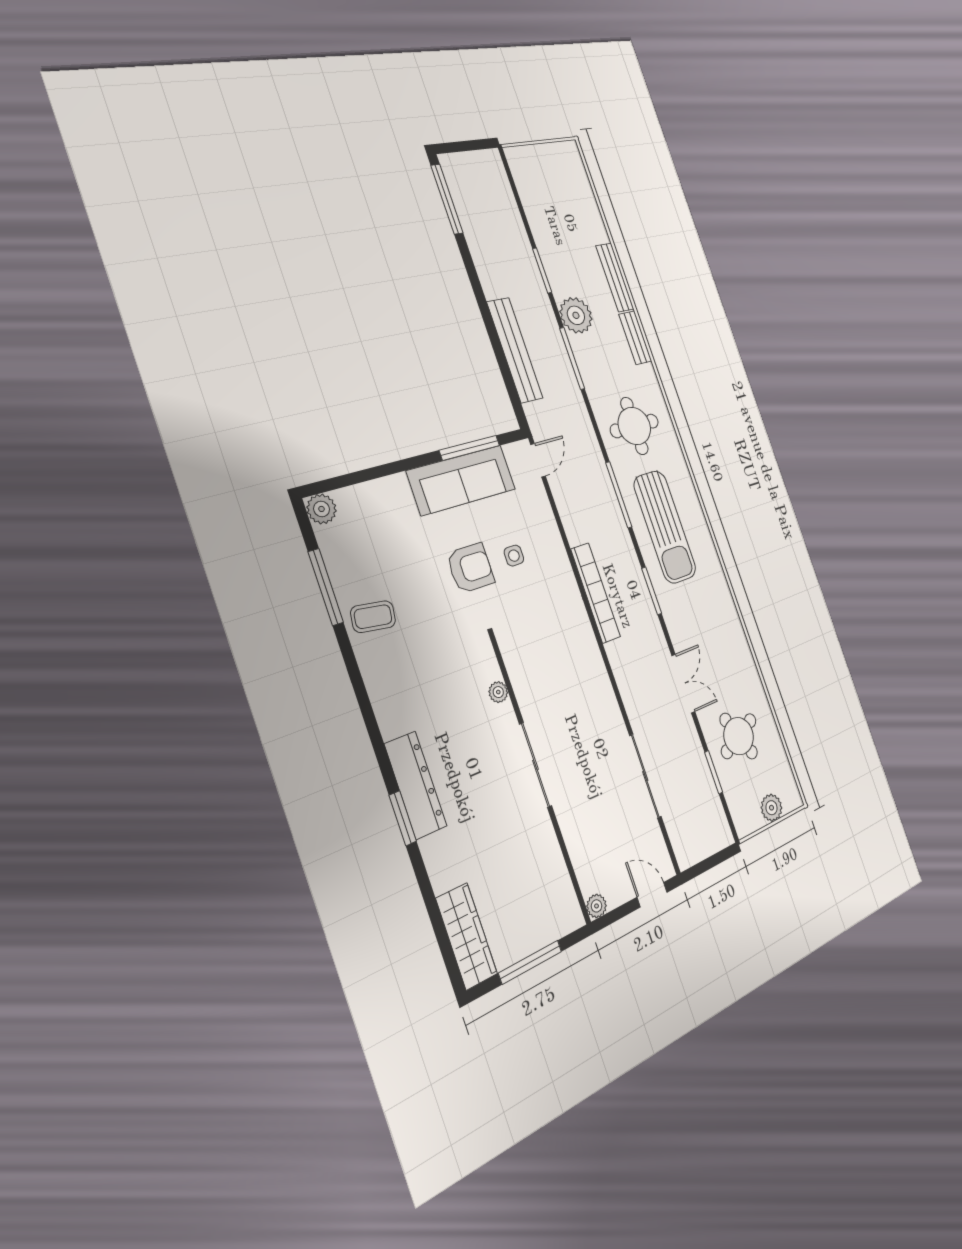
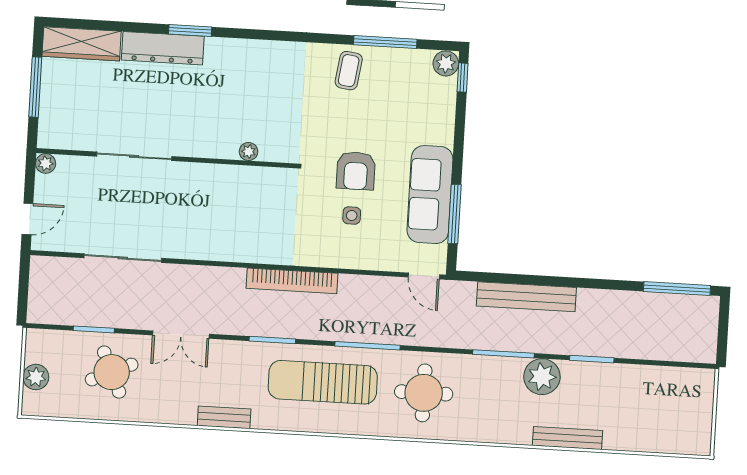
bench: (635, 338) -> (224, 417), moved
window: (329, 485) -> (463, 78), added
sliding door: (535, 765) -> (134, 156), moved
dresser: (416, 785) -> (163, 48), moved

